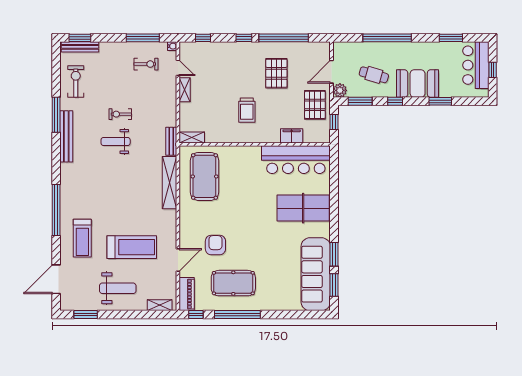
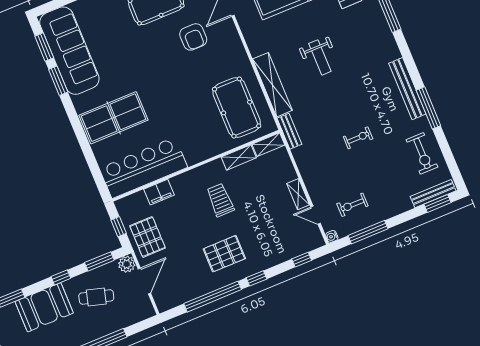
pallet: (276, 73) -> (224, 254), moved, turned 90
shelving: (219, 137) -> (239, 157), added
weight bench: (116, 141) -> (320, 57), moved, turned 90

